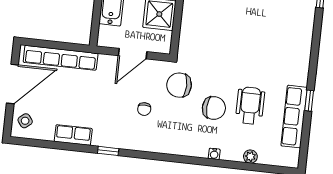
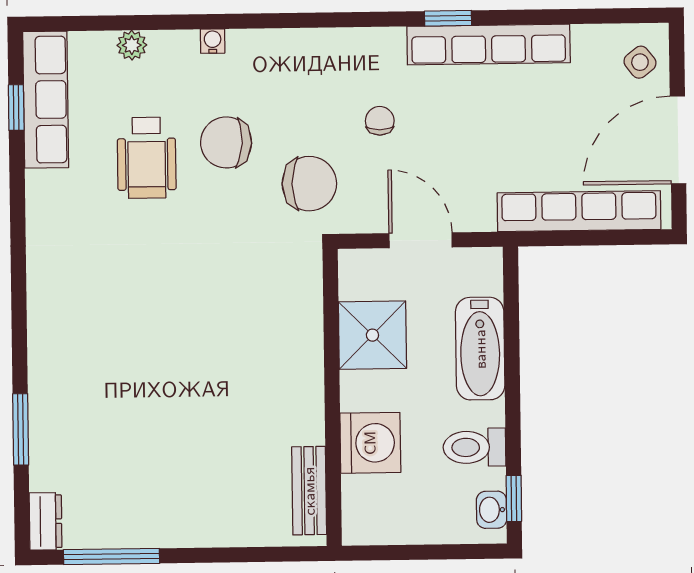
door: (133, 54) -> (421, 240), hinge flipped
window: (309, 101) -> (16, 108), moved
row of seats: (294, 117) -> (46, 100), moved
row of seats: (73, 135) -> (489, 44), width x2.02

